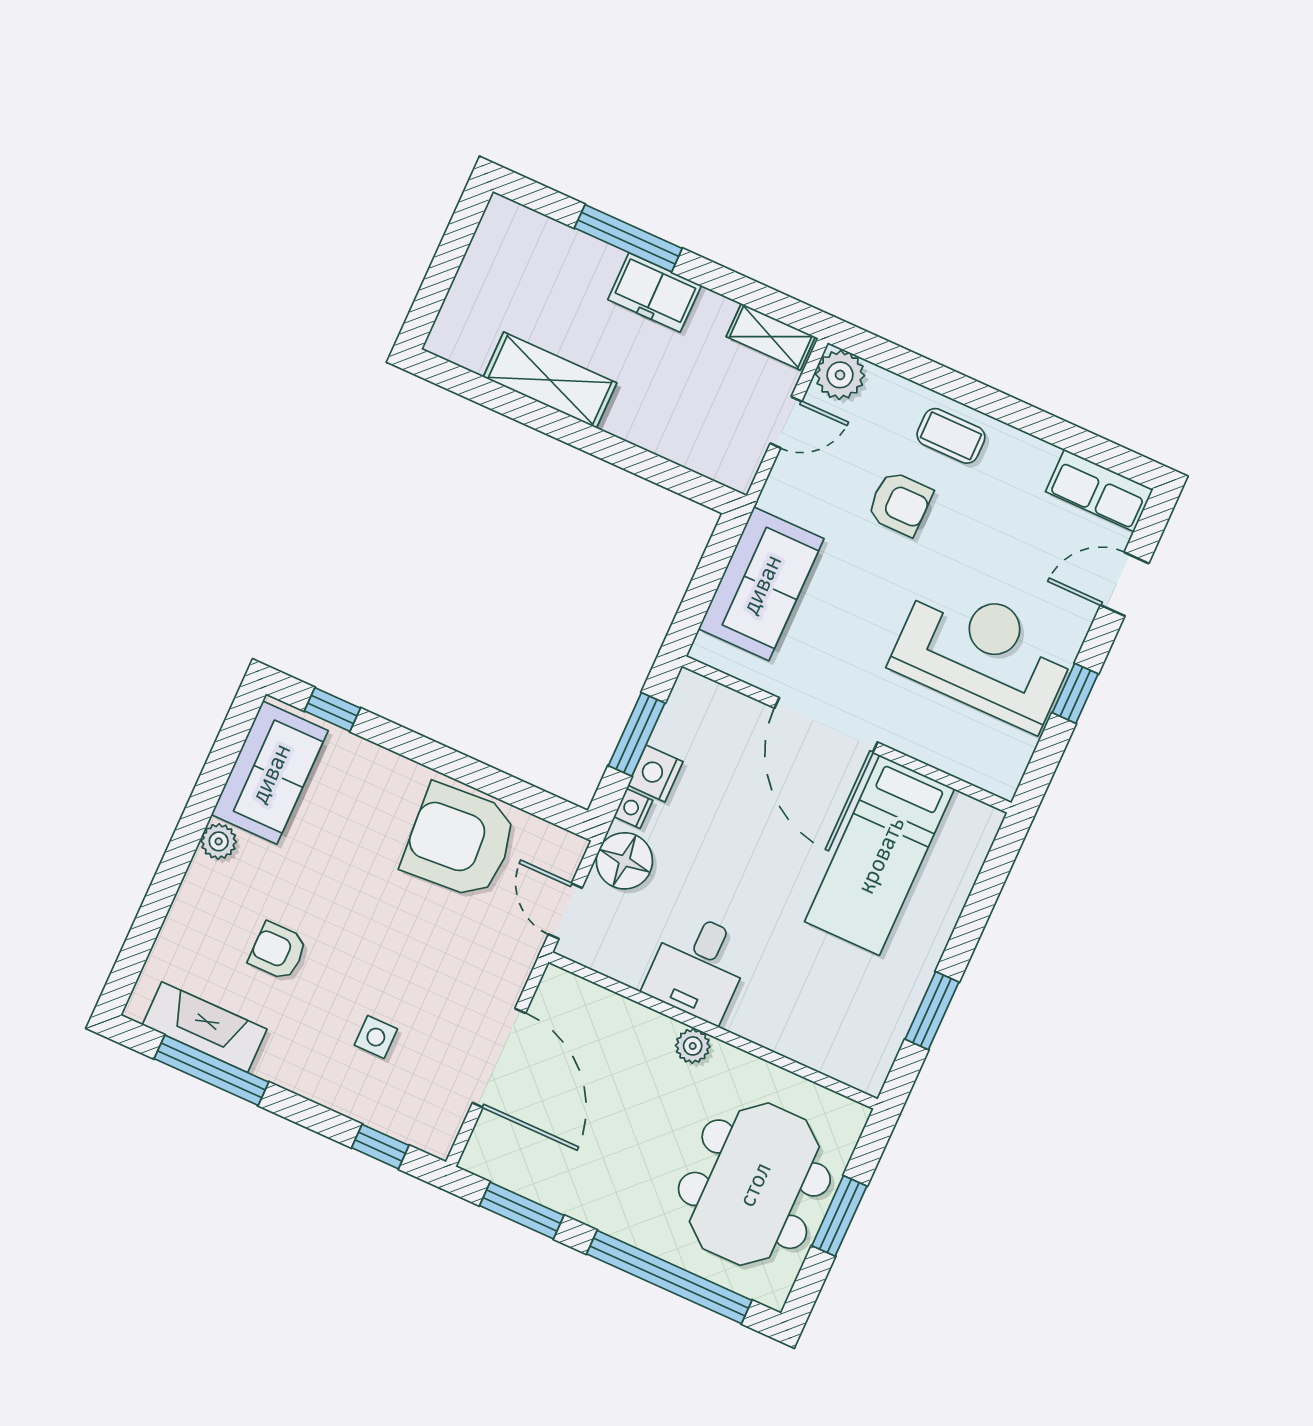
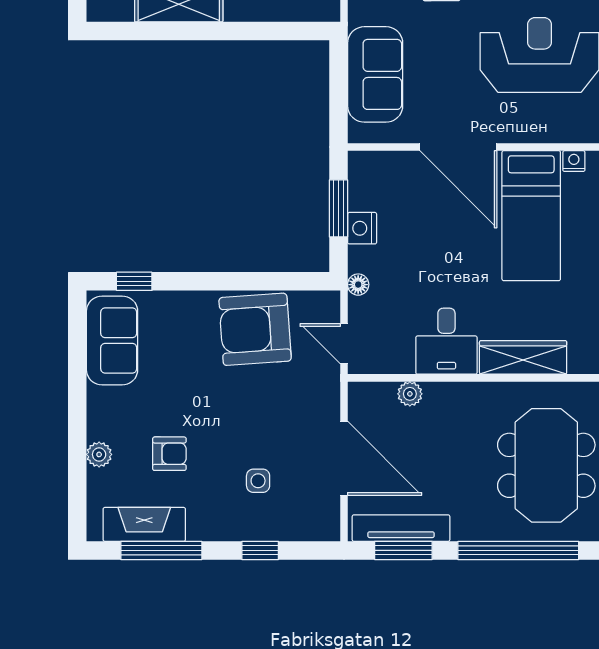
nightstand: (633, 808) -> (574, 161), moved, turned 90
plant: (219, 841) -> (99, 454), moved
floor lamp: (624, 861) -> (358, 285), width x0.53, depth x0.53
armchair: (278, 951) -> (169, 454), turned 180
wardrobe: (787, 1032) -> (523, 357), added
plant: (693, 1046) -> (410, 394), moved
window: (380, 1147) -> (260, 550), moved
tv unit: (532, 1180) -> (401, 528), added

